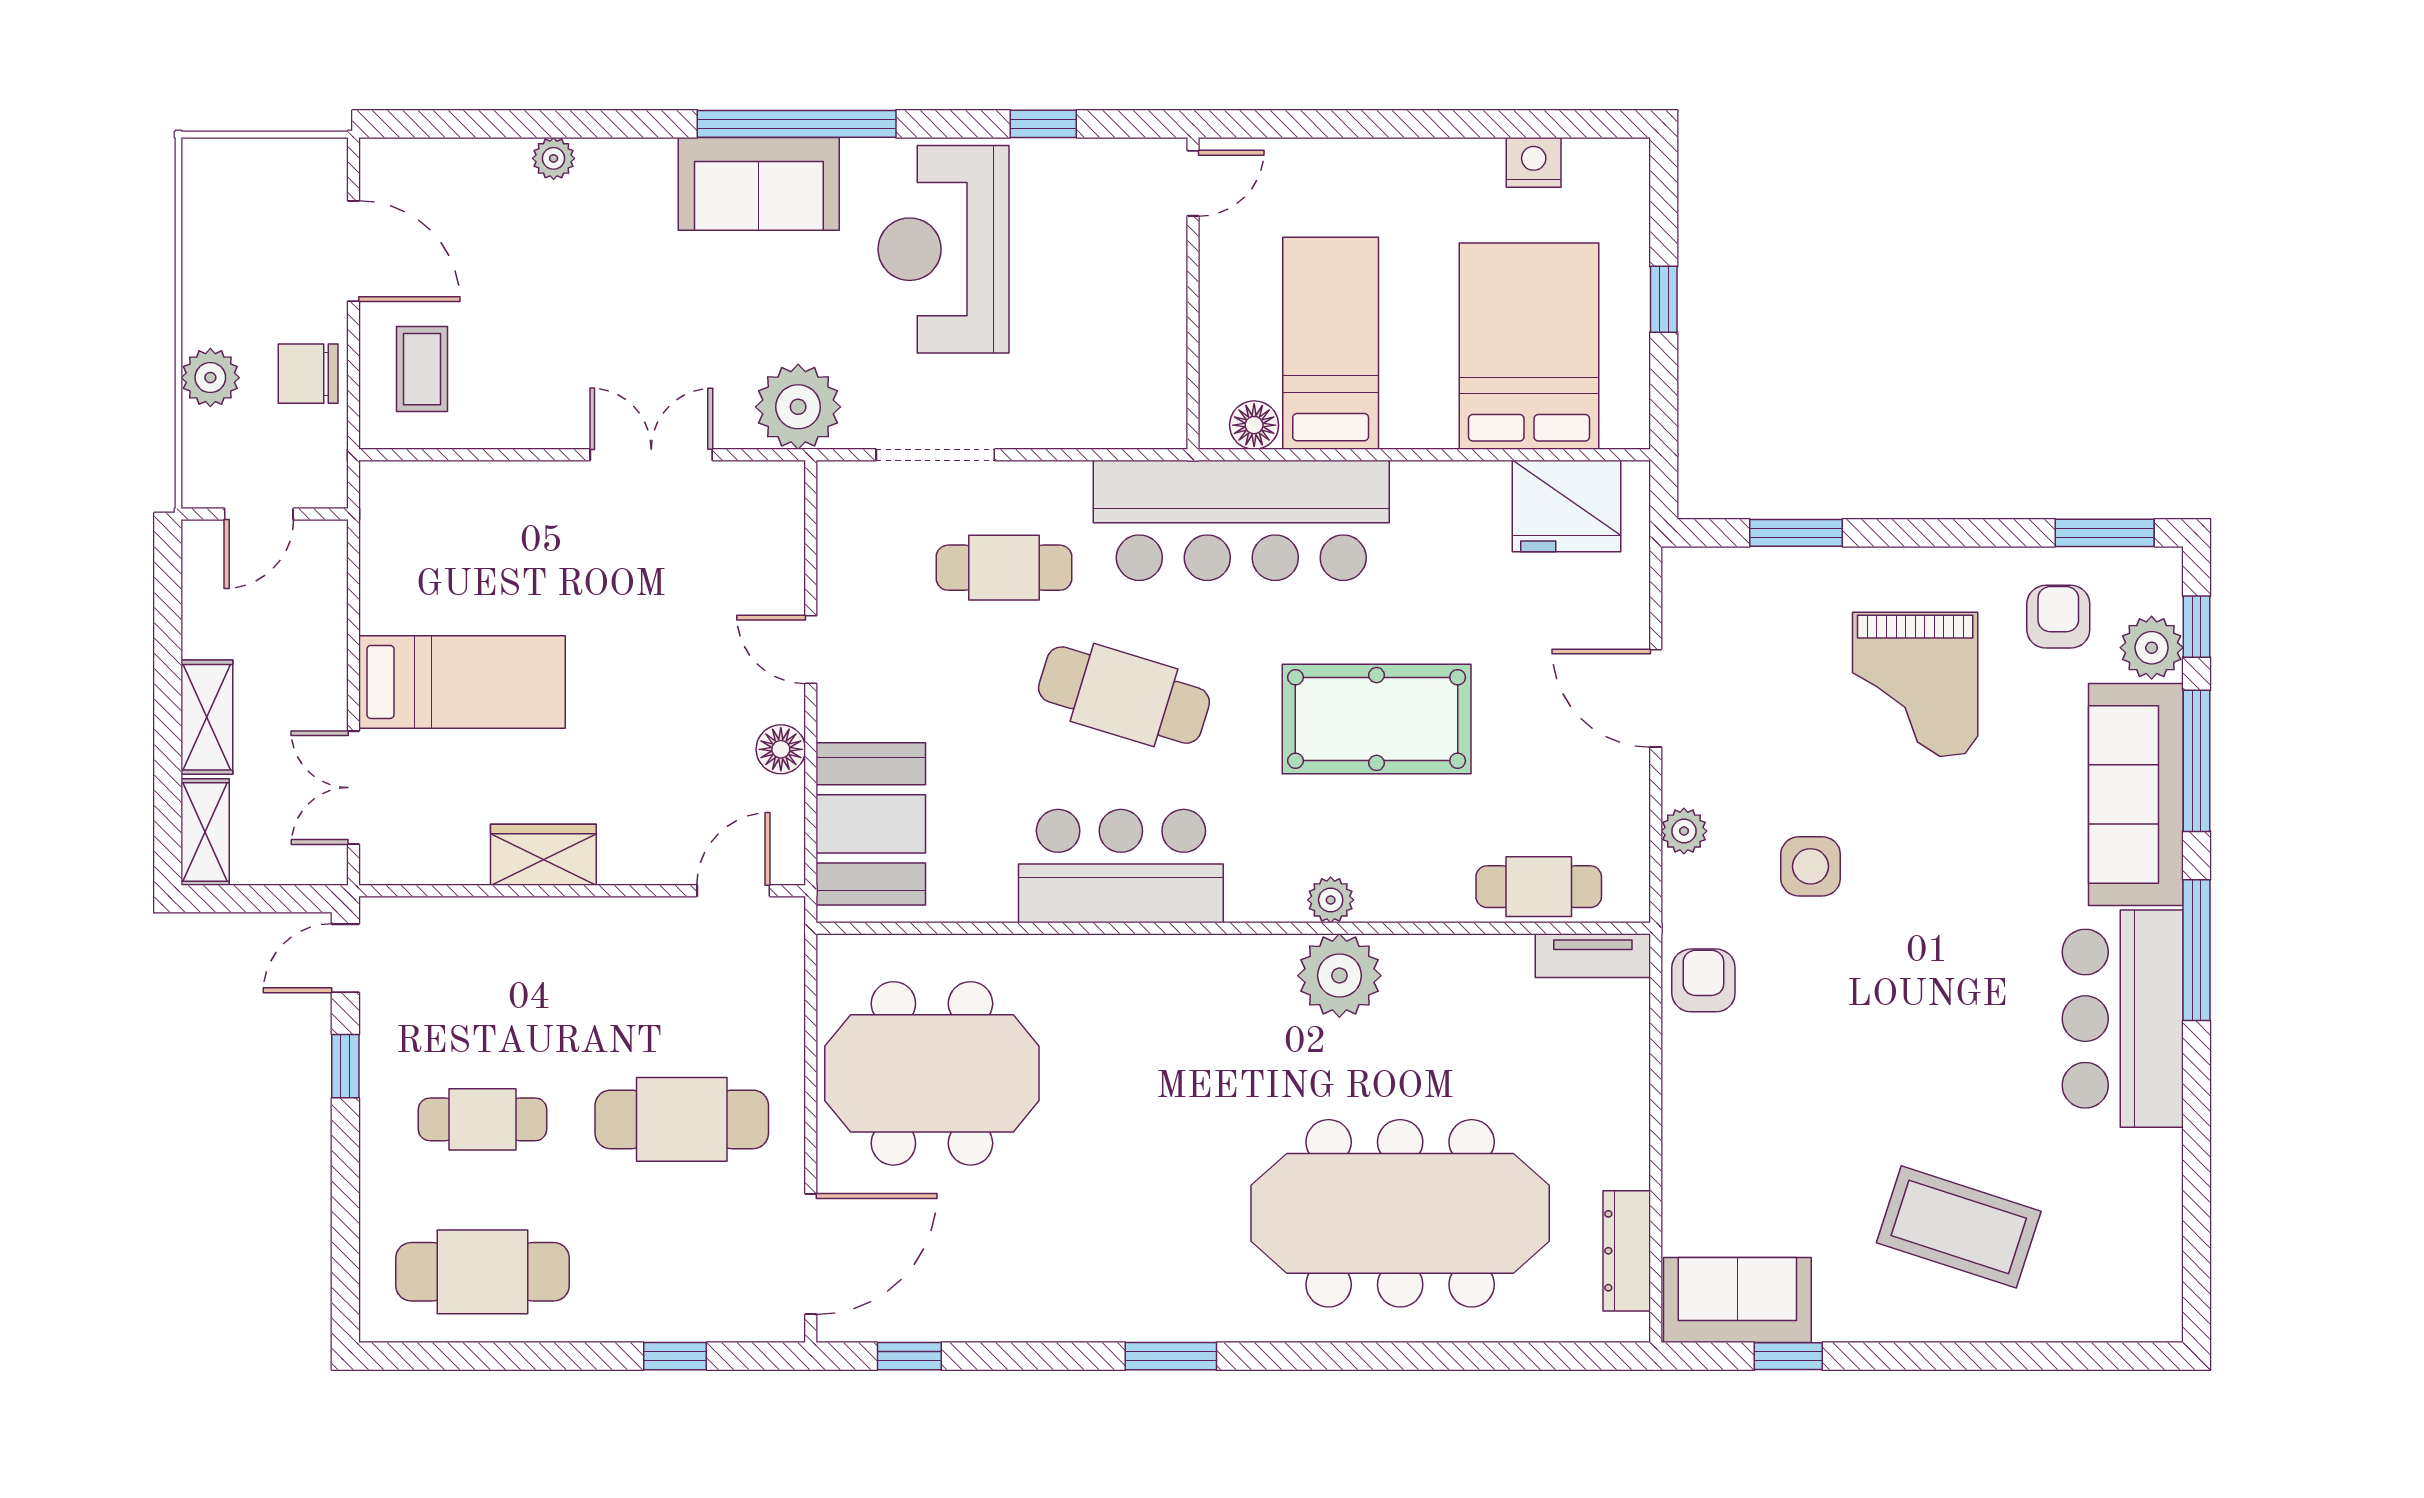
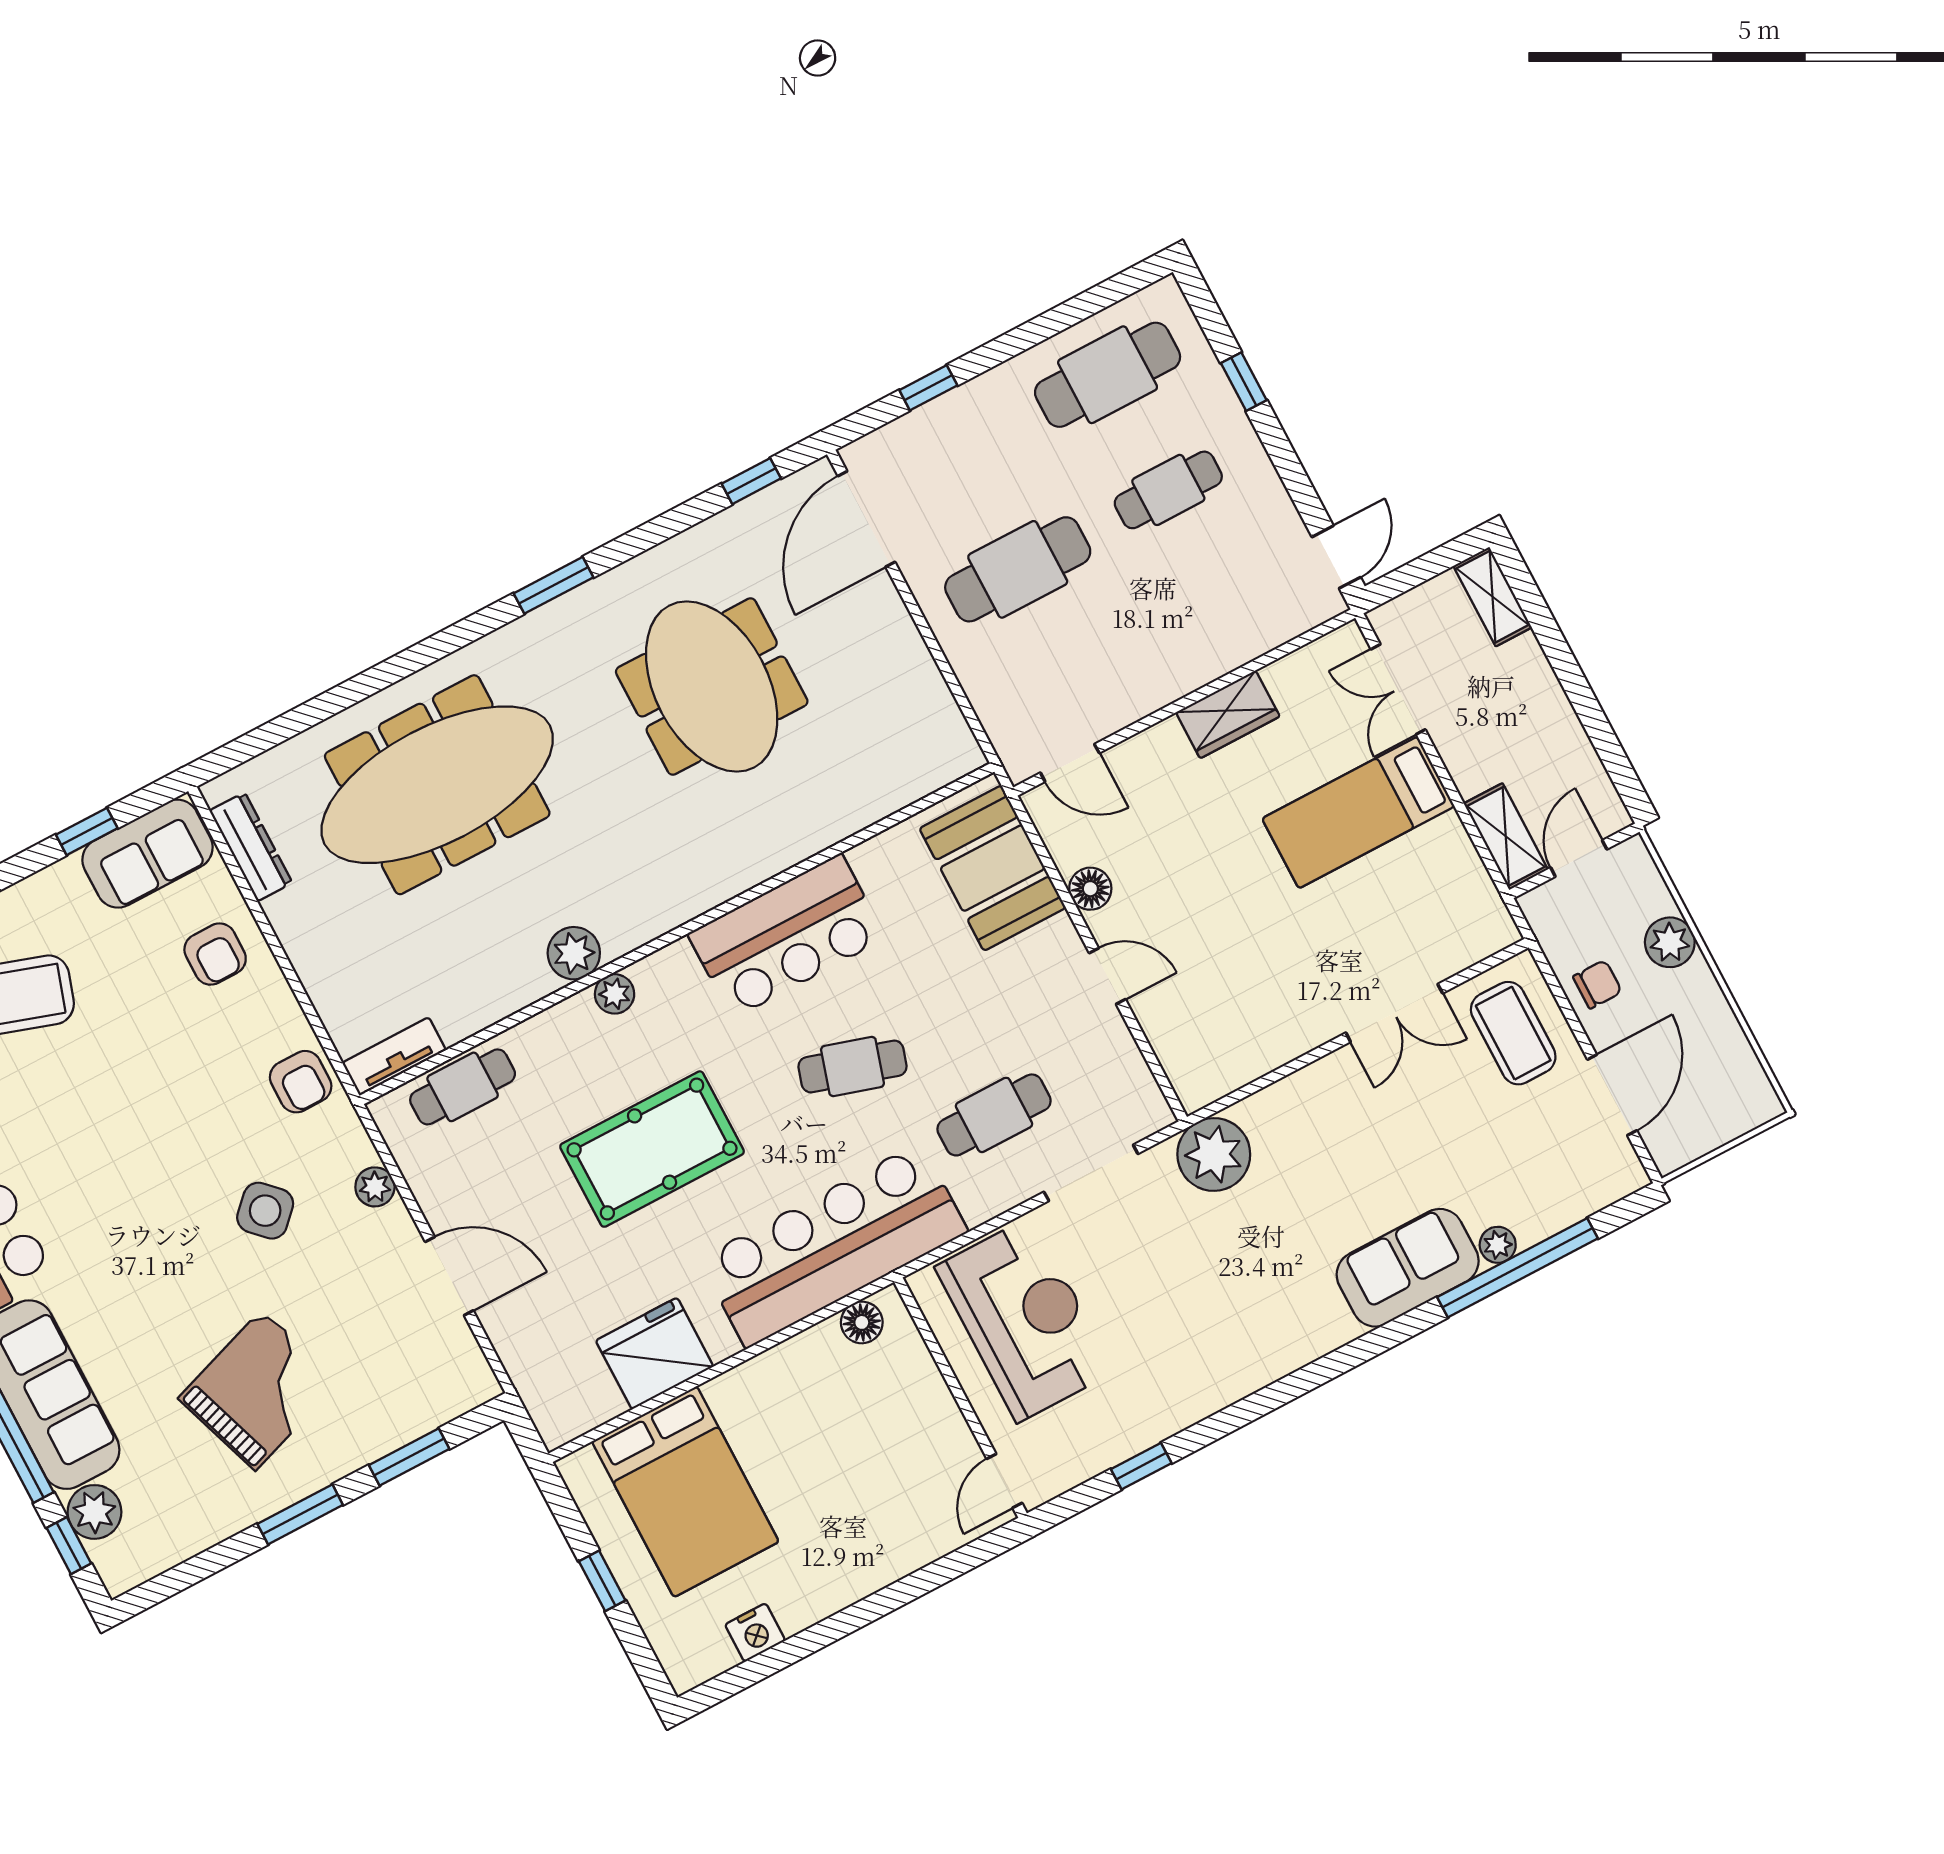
window: (797, 124) -> (1517, 1268), moved
sofa: (759, 184) -> (1408, 1268), moved
reception desk: (944, 249) -> (1025, 1319), moved
door: (353, 251) -> (1612, 1095), swing flipped
bed: (1331, 343) -> (837, 1415), removed
coffee table: (422, 369) -> (1513, 1033), width x1.36, depth x1.30
chair: (308, 374) -> (1597, 984), width x0.73, depth x0.73
double door: (651, 455) -> (1394, 1013), moved
fridge: (1566, 506) -> (655, 1353), moved
window: (2105, 533) -> (300, 1514), moved
armchair: (2058, 617) -> (215, 954), moved
grand piano: (1915, 684) -> (259, 1390), turned 71
cafe table: (1124, 695) -> (853, 1066), width x0.73, depth x0.74
shelving: (207, 717) -> (1506, 836), moved
double door: (353, 788) -> (1398, 689), swing flipped
side table: (1811, 866) -> (265, 1211), turned 45
door: (733, 891) -> (1070, 763), hinge flipped
plant: (1339, 976) -> (574, 953), width x0.73, depth x0.73
window: (345, 1066) -> (1244, 382), moved
meeting table: (932, 1073) -> (712, 687), moved, turned 90

